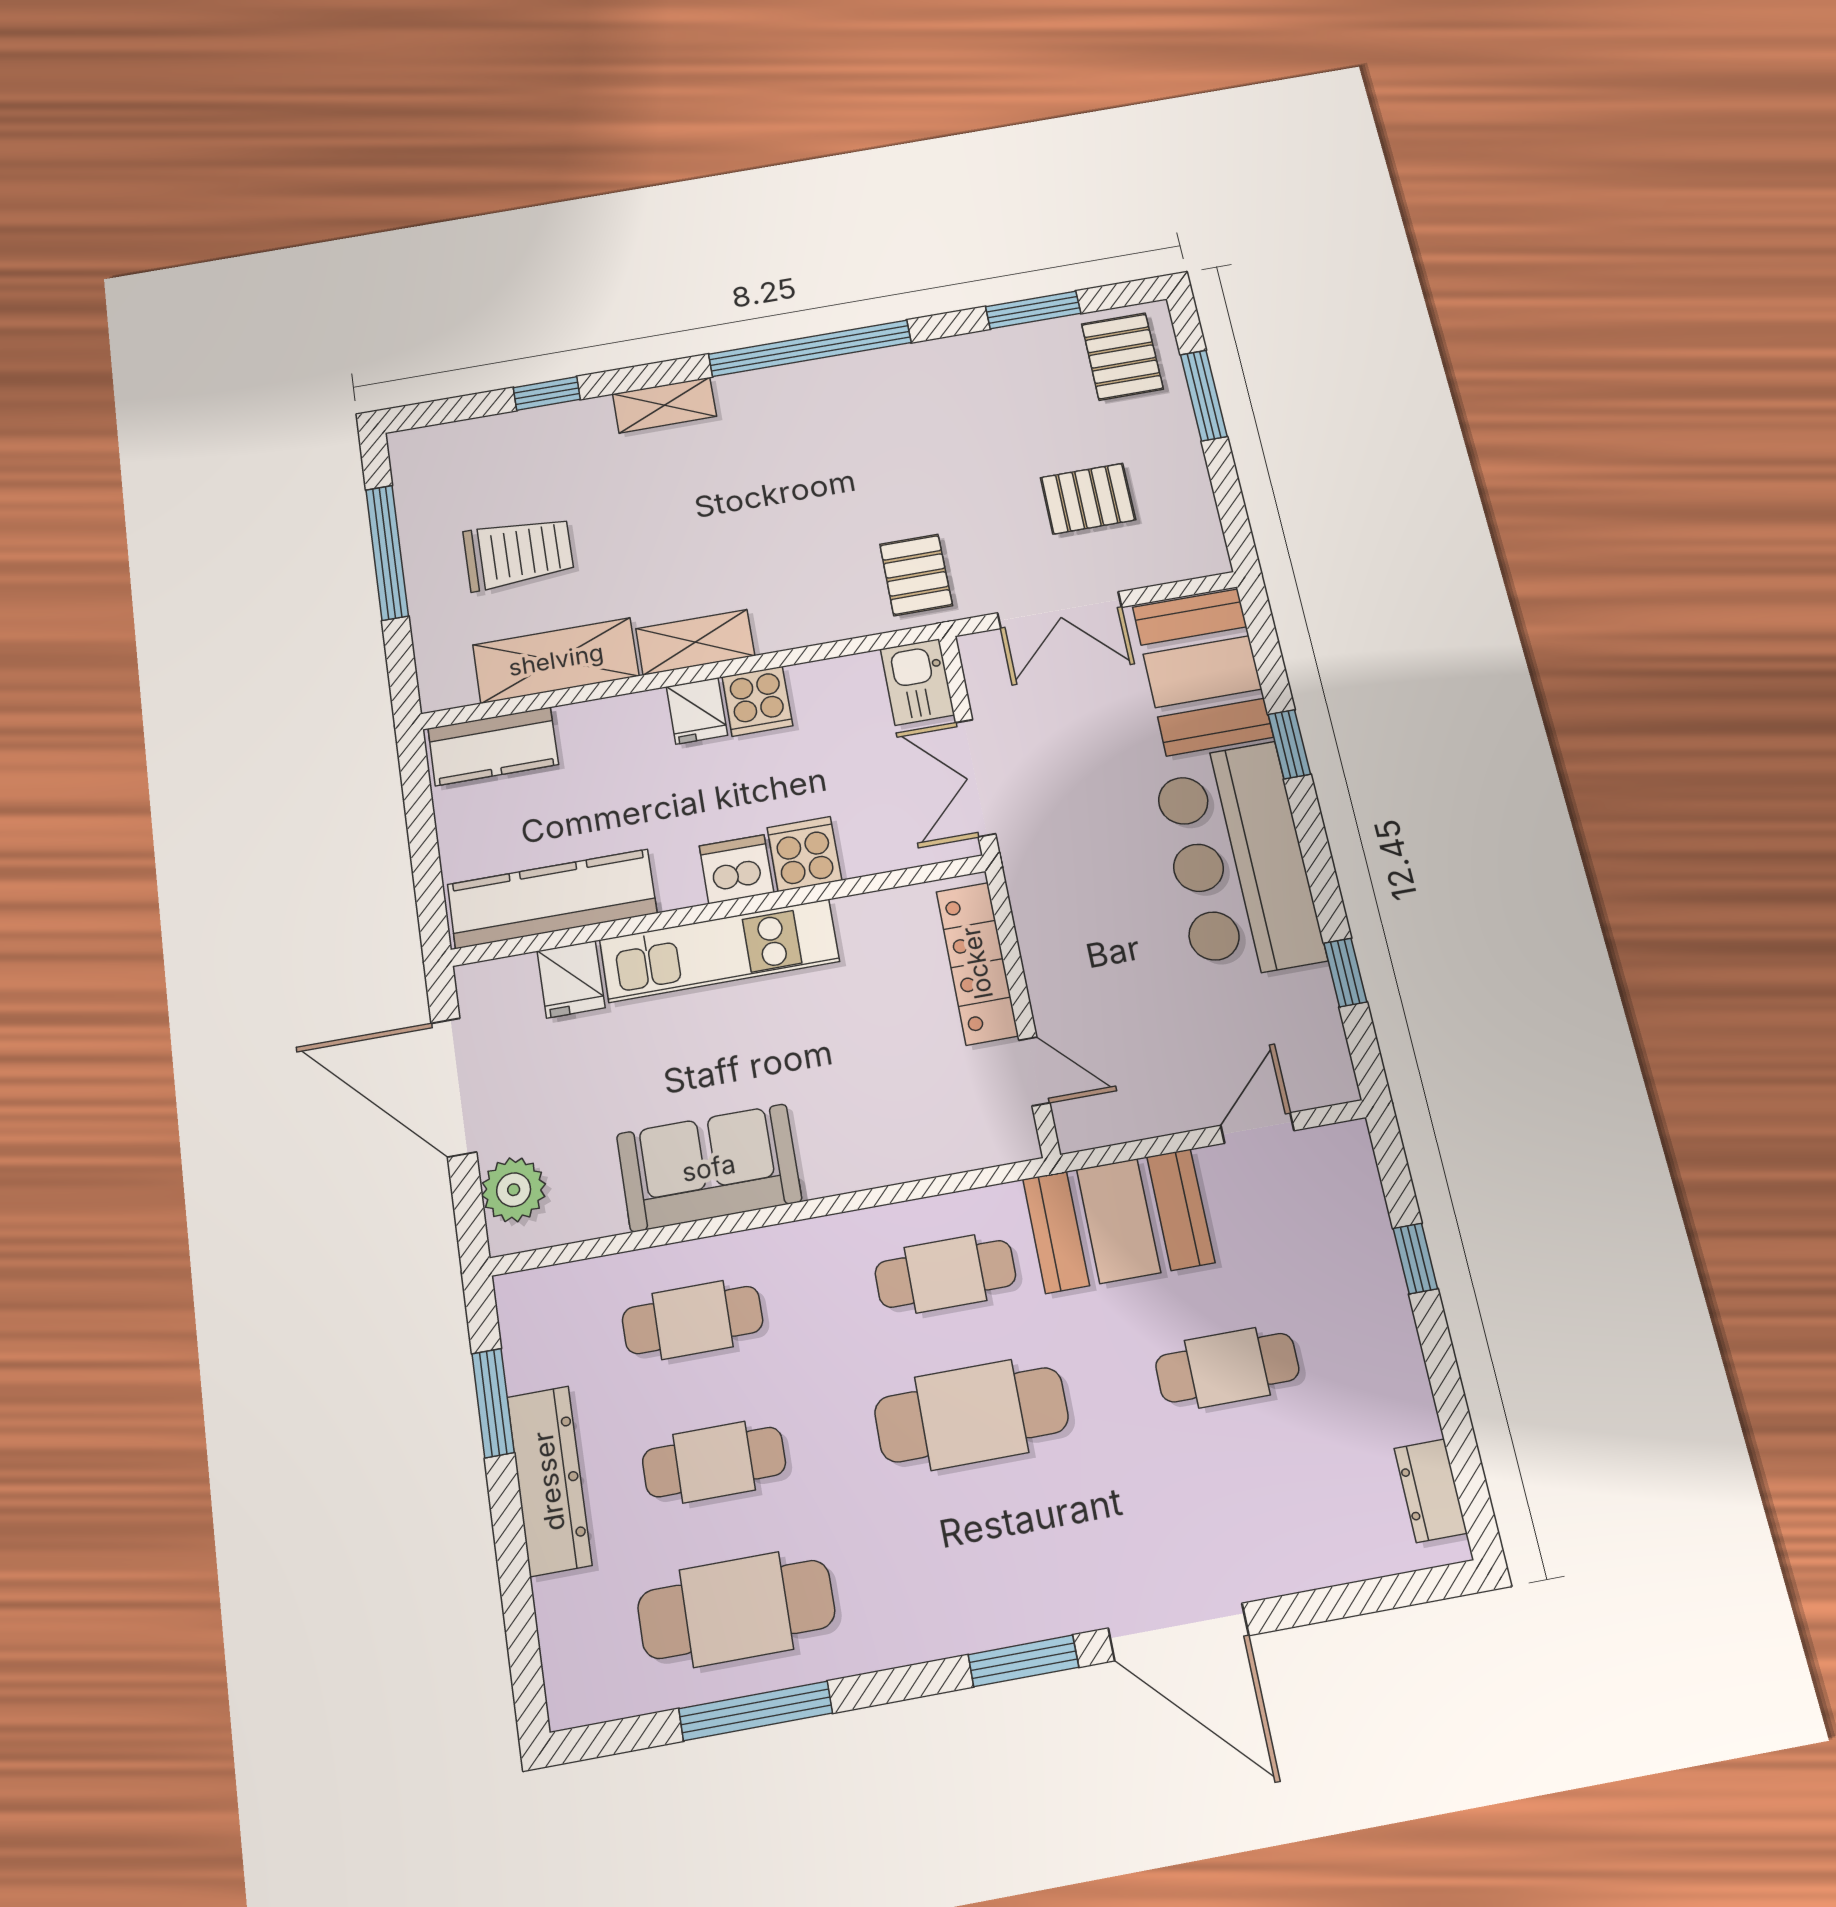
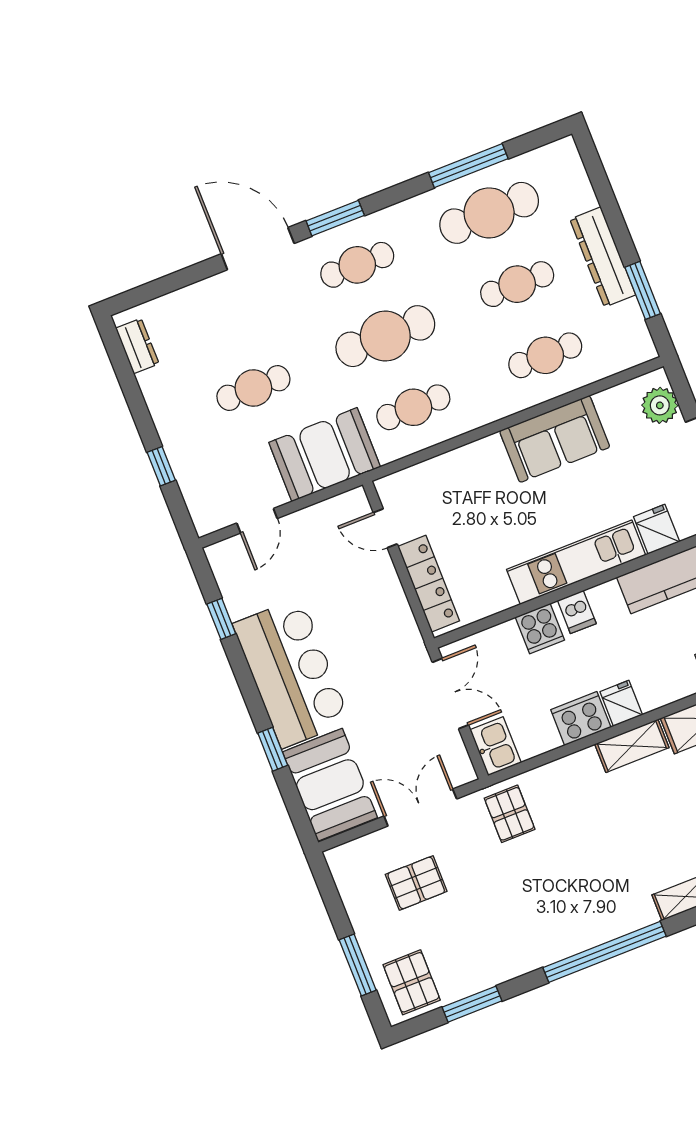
cooker: (757, 701) -> (581, 718), width x1.36
dishwasher: (736, 869) -> (577, 612), width x0.73
cafe table: (998, 1561) -> (357, 265), added

